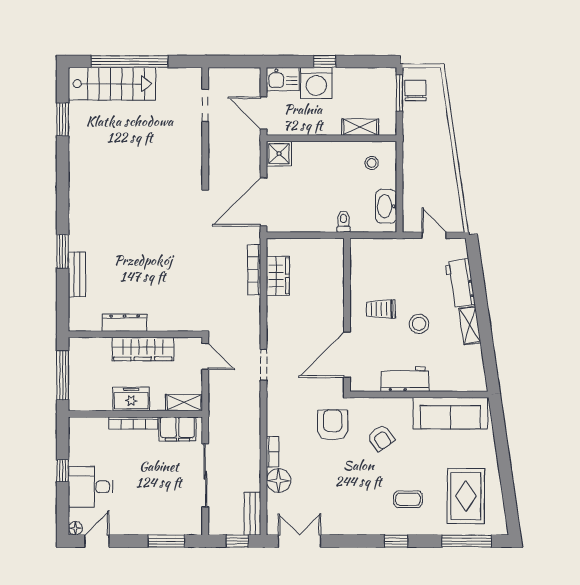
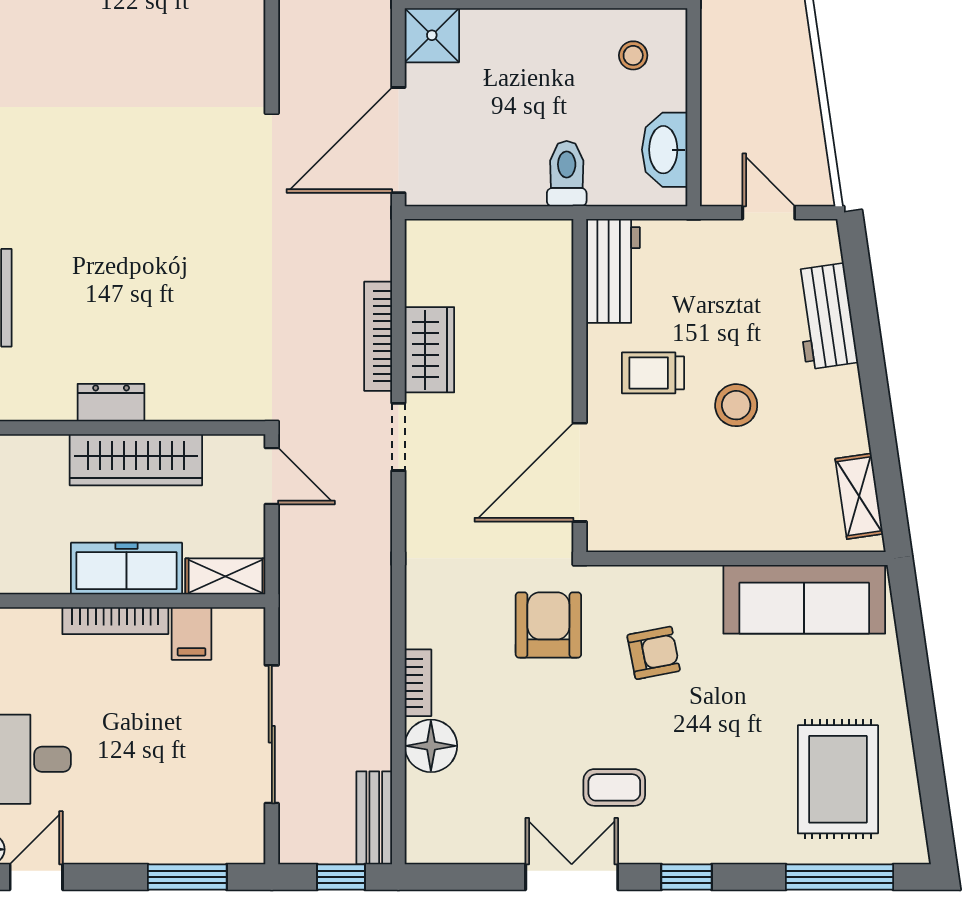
toilet: (343, 221) -> (567, 174), width x1.37, depth x1.39
bookcase: (254, 270) -> (378, 336), moved
wardrobe: (278, 276) -> (429, 350), moved
dresser: (125, 323) -> (111, 403), width x0.70
shelving: (470, 325) -> (859, 496), moved
doorway: (264, 365) -> (398, 437), moved
workbench: (405, 379) -> (613, 271), moved, turned 90
freezer: (131, 399) -> (126, 569), width x1.40
filing cabinet: (177, 429) -> (191, 633), width x0.50
armchair: (381, 438) -> (654, 653), turned -66
coffee table: (408, 499) -> (614, 787), moved
double door: (299, 541) -> (572, 877), moved

